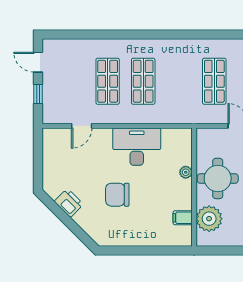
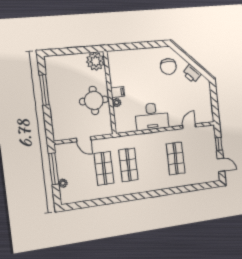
shop shelf: (143, 81) -> (128, 165), moved
chair: (117, 195) -> (168, 67), moved, turned 90
filing cabinet: (183, 218) -> (118, 92), moved
plant: (209, 219) -> (96, 61), moved

